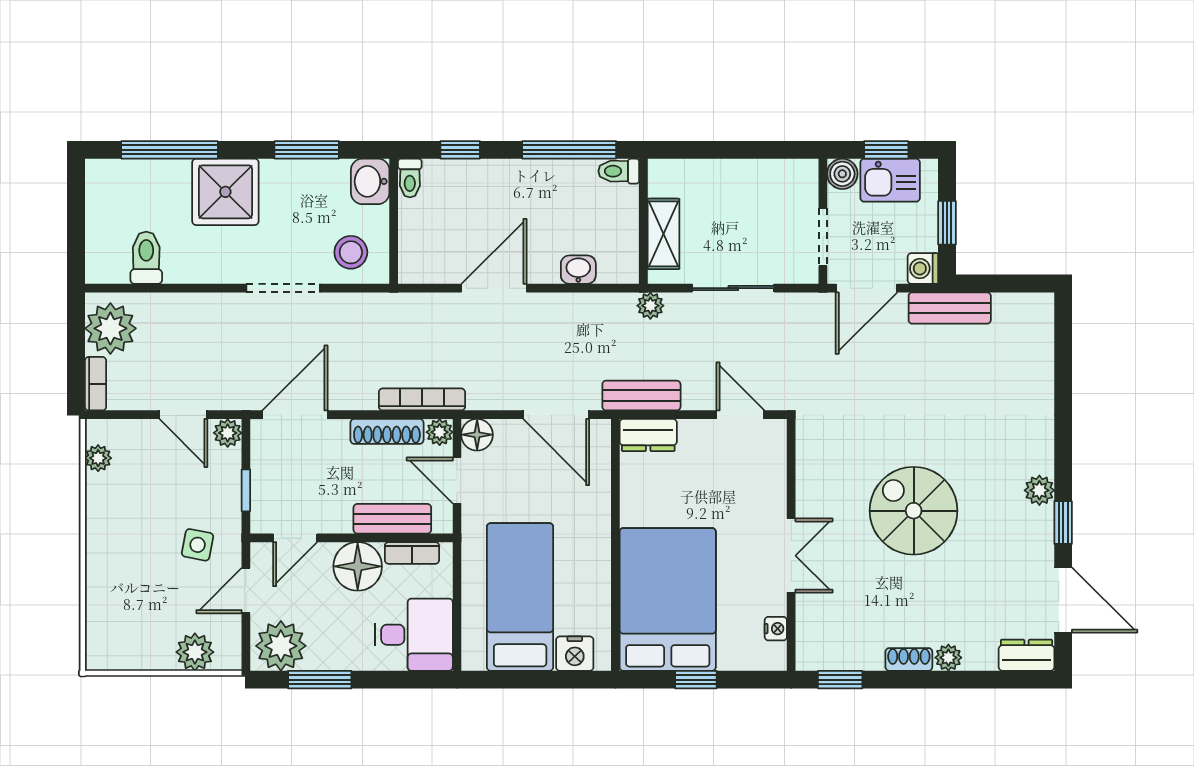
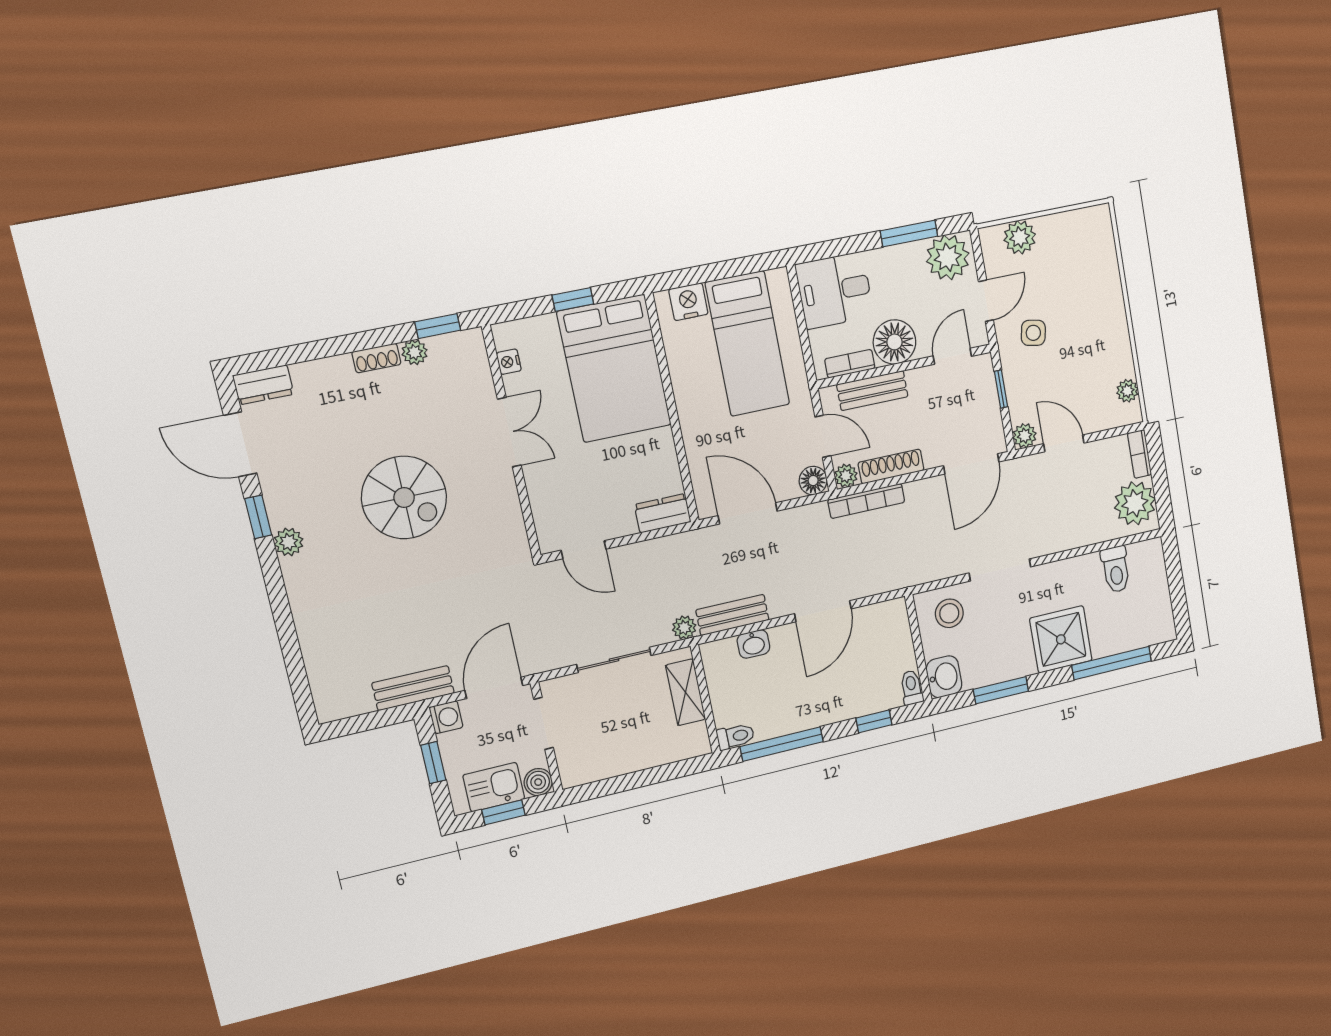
bench: (641, 396) -> (732, 615), moved
double door: (791, 556) -> (509, 432), swing flipped
plant: (948, 658) -> (415, 352), moved

